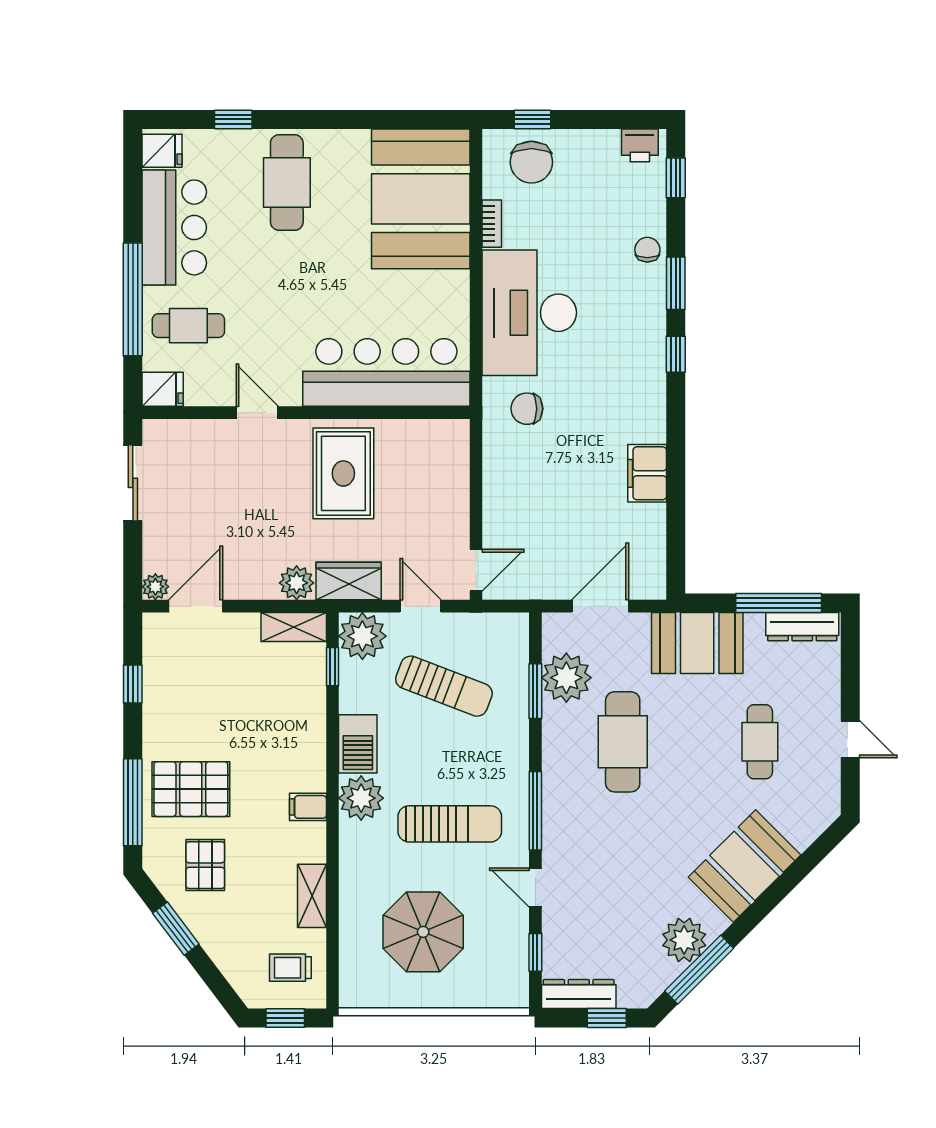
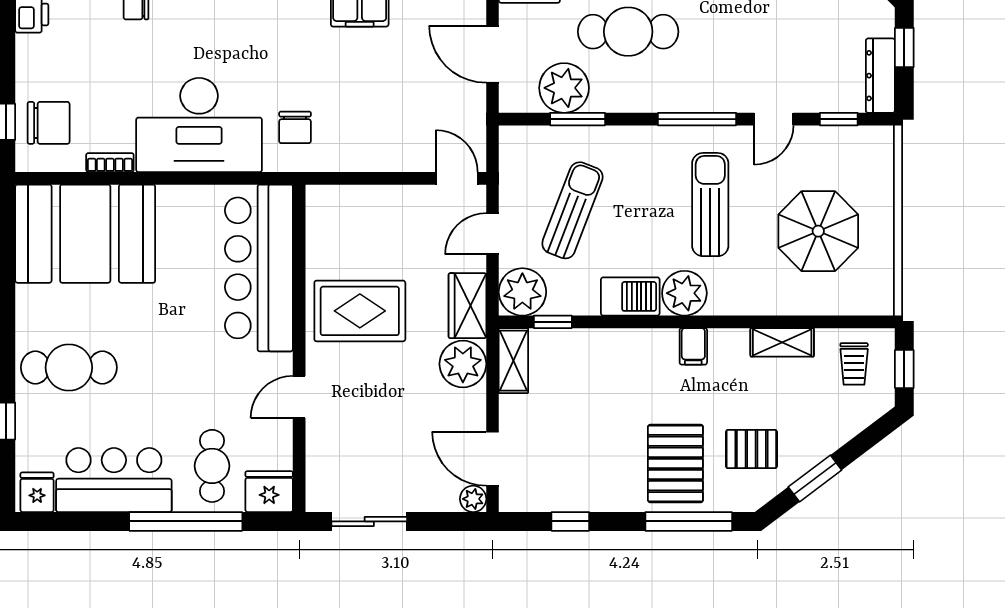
fridge: (163, 389) -> (269, 492), width x1.38
plant: (297, 583) -> (463, 364), width x1.36, depth x1.36

